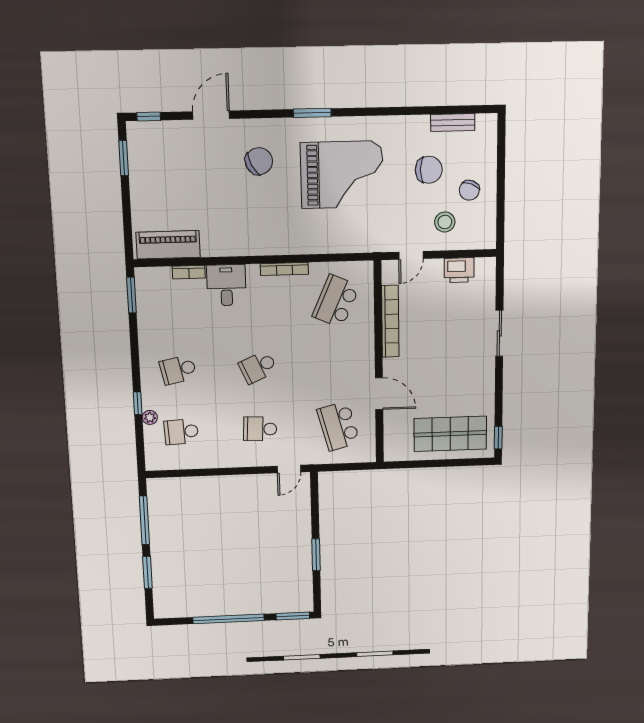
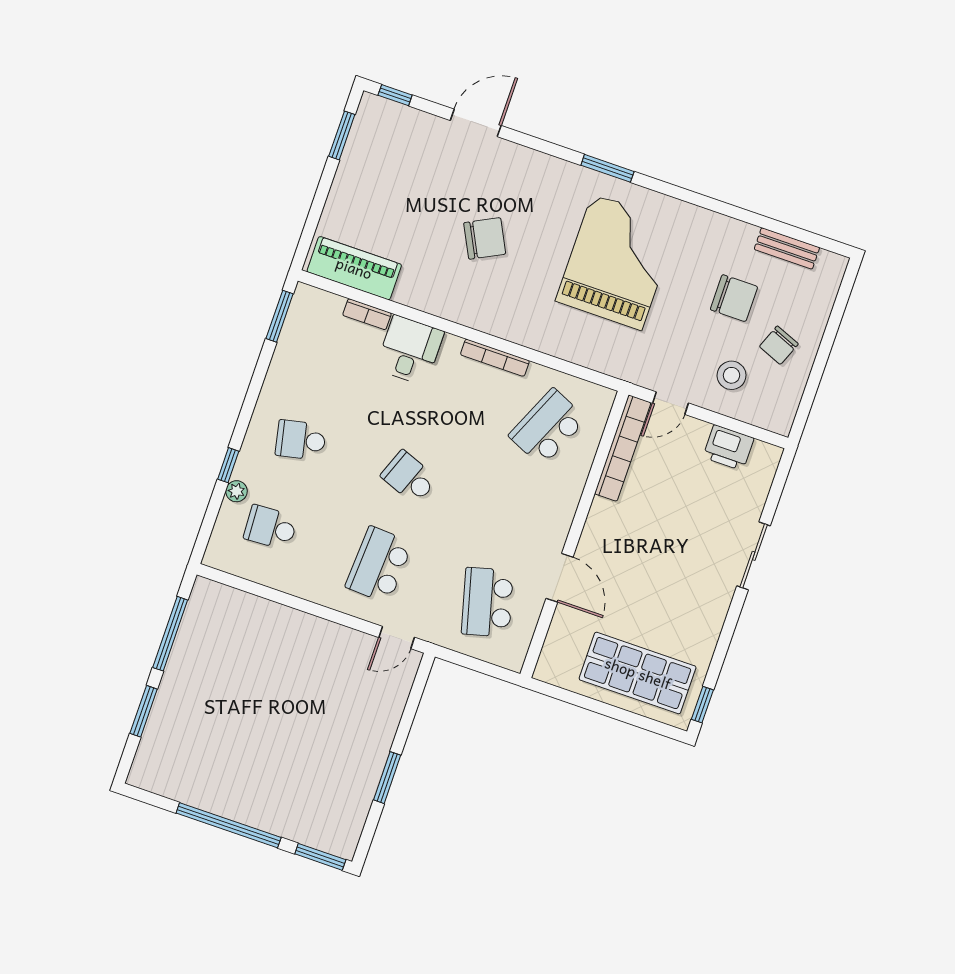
chair: (259, 161) -> (485, 238), moved
grand piano: (342, 175) -> (617, 262), turned -90
bookcase: (390, 321) -> (623, 448), moved
school desk: (258, 367) -> (409, 477), turned 45
school desk: (260, 429) -> (379, 565), width x1.85

